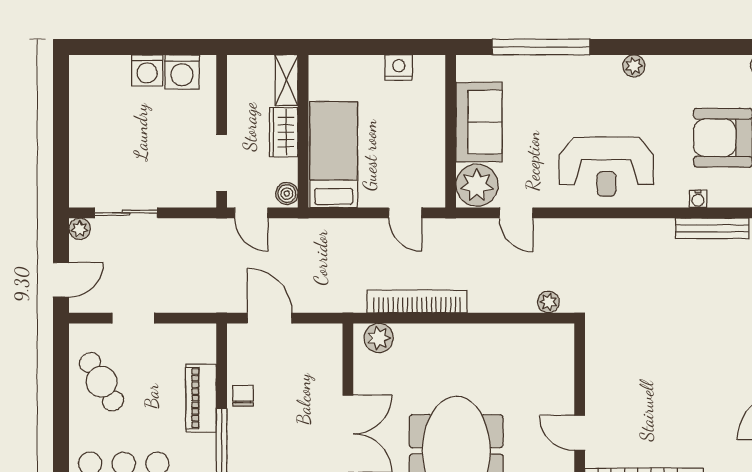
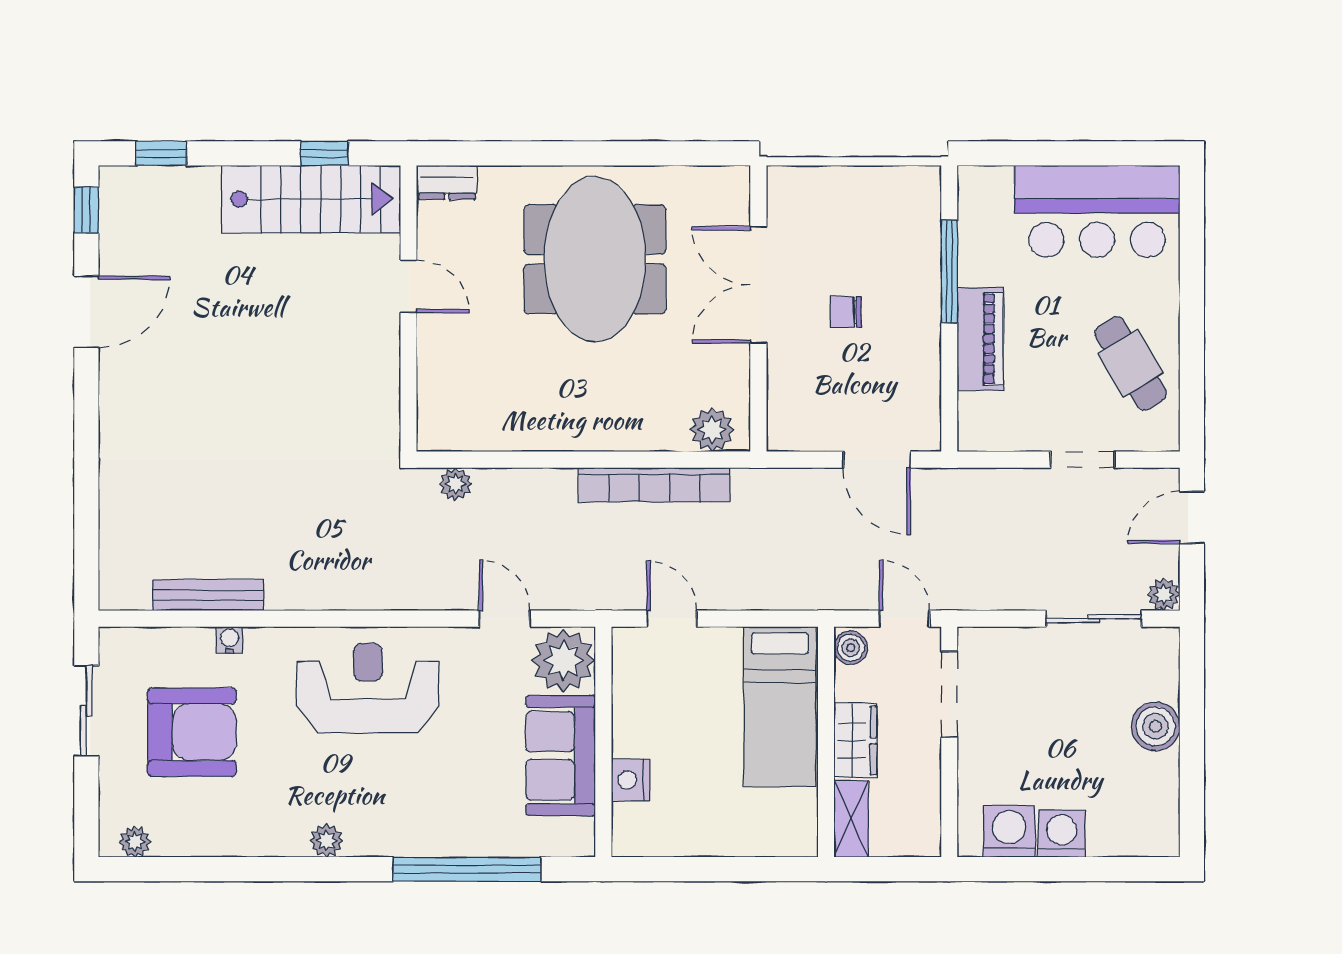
nightstand: (399, 68) -> (630, 780), moved, turned 90
boiler: (85, 142) -> (1156, 726), added
chair: (243, 396) -> (846, 312), moved, turned 90

